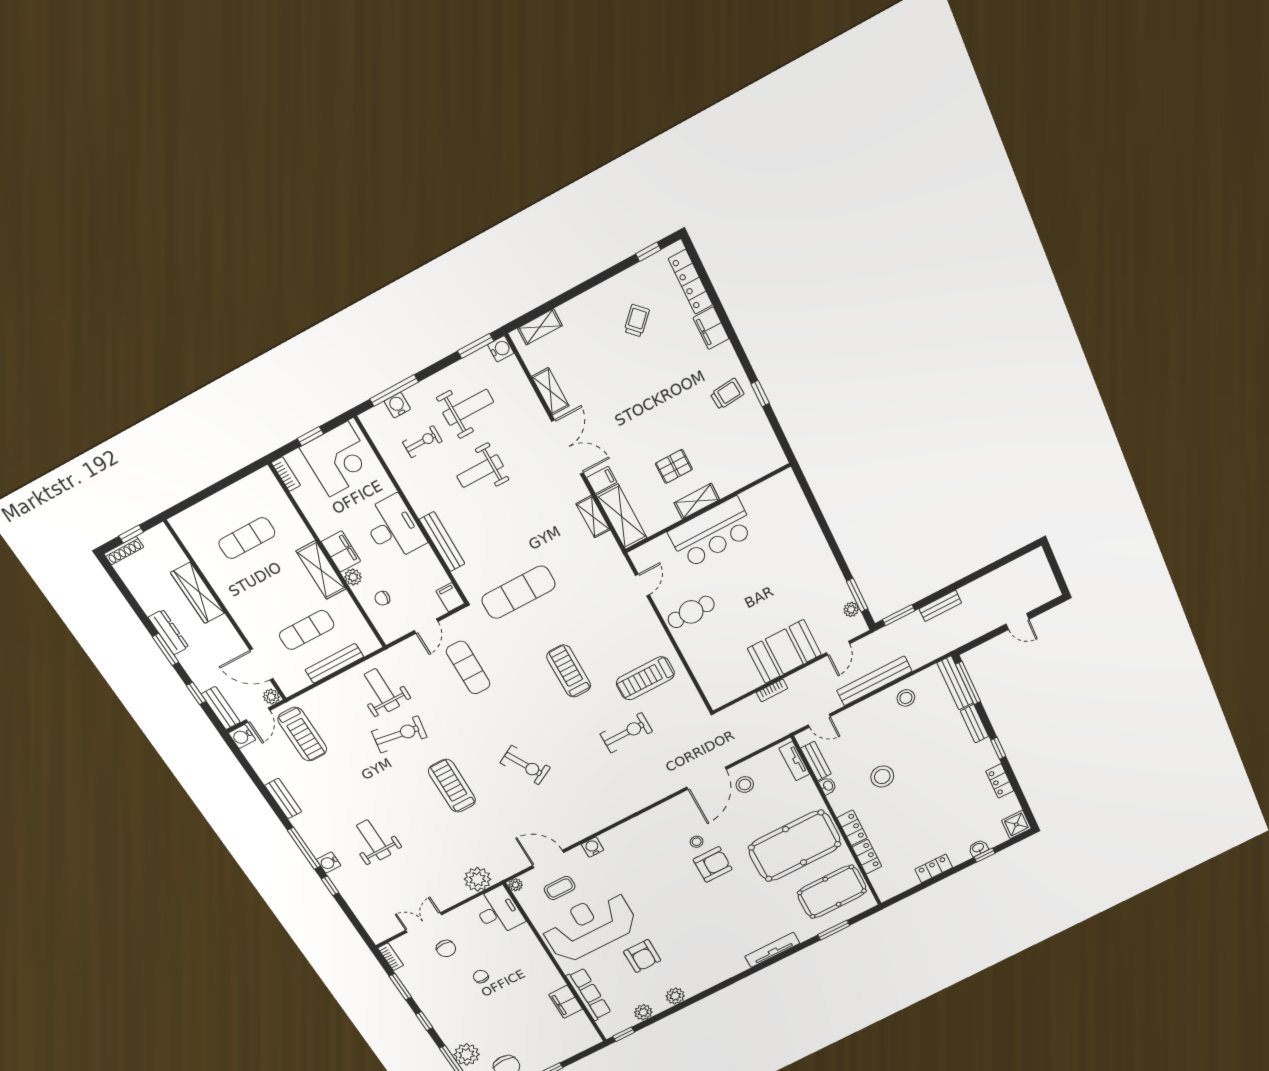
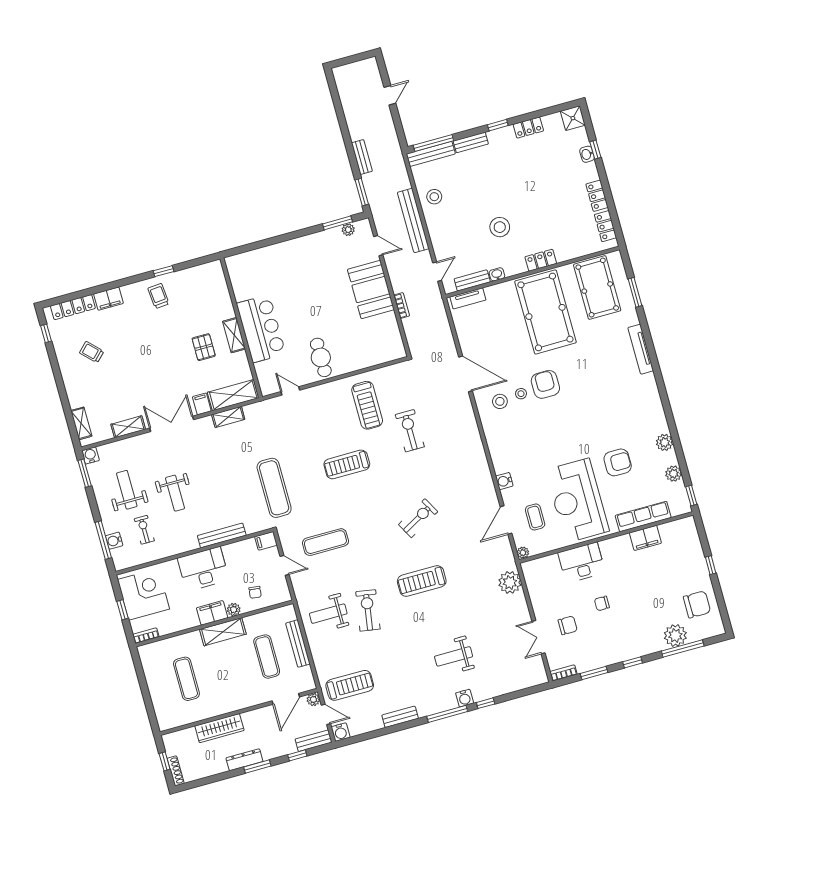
stool: (745, 785) -> (500, 401), moved
locker: (867, 857) -> (605, 226), moved, turned -90
desk: (498, 911) -> (582, 563), moved

